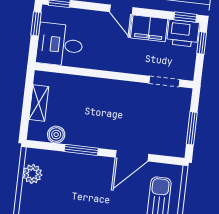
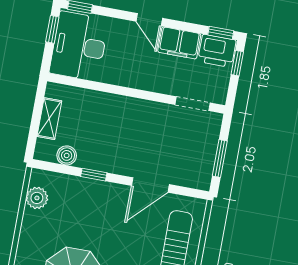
desk: (60, 45) -> (79, 46), width x1.37
window: (81, 150) -> (94, 175), width x0.67

